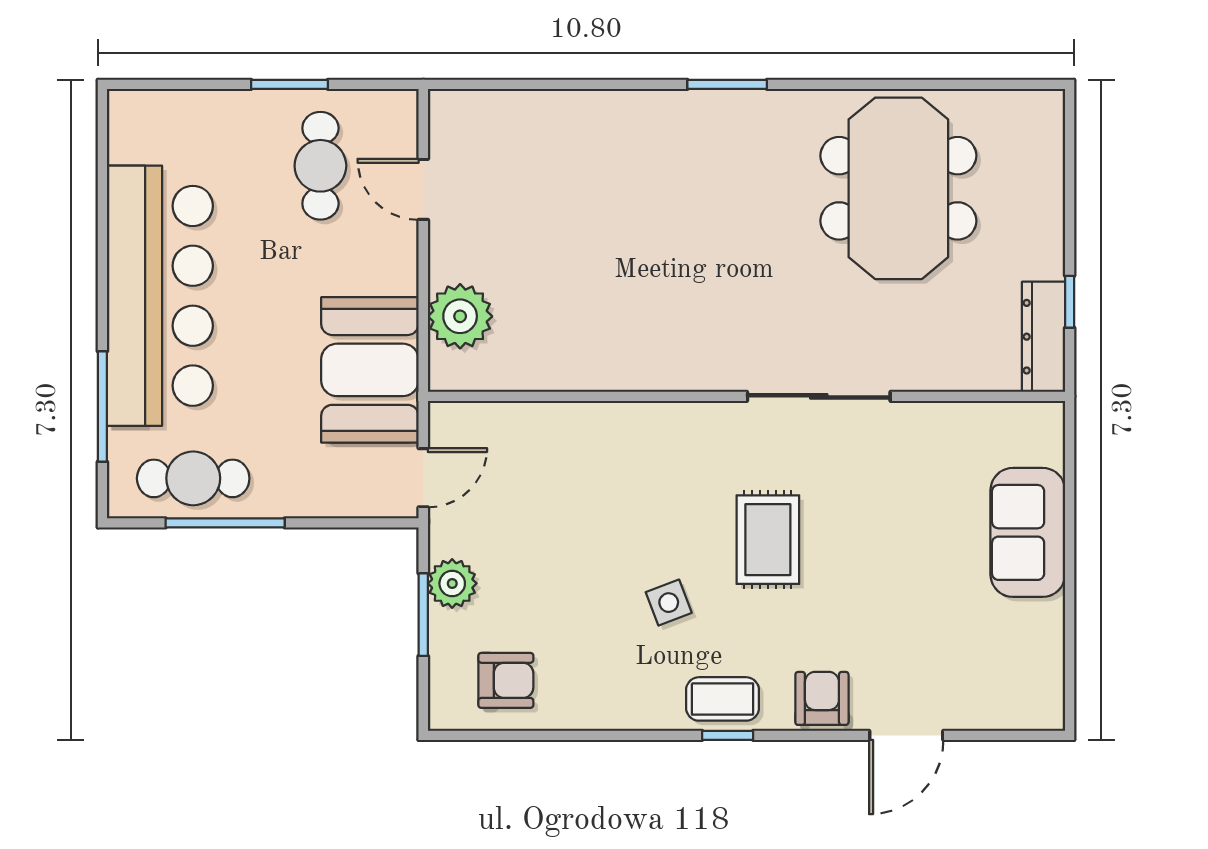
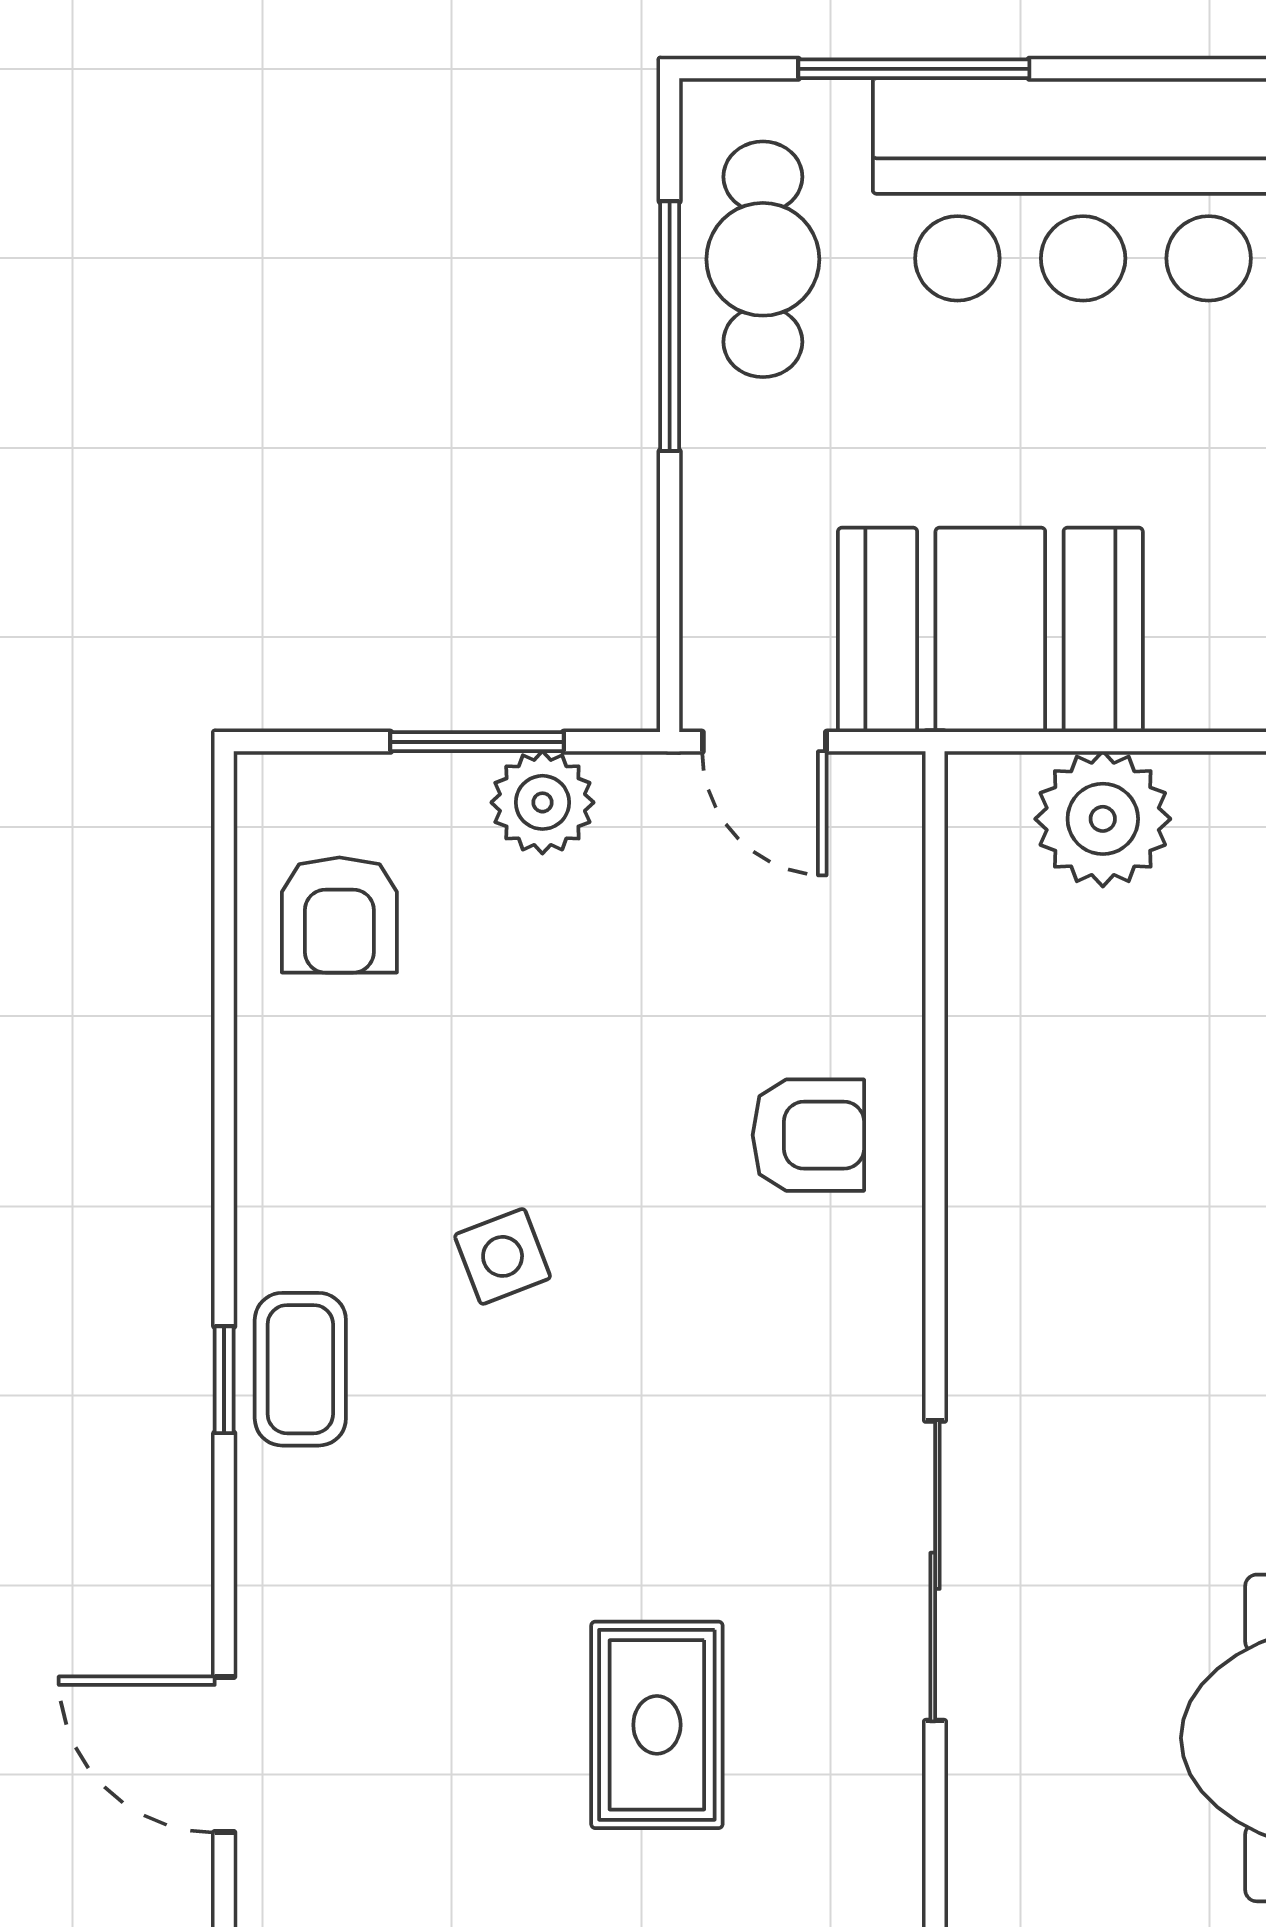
rug: (768, 540) -> (657, 1725), moved, turned 90
armchair: (822, 698) -> (808, 1135), moved

